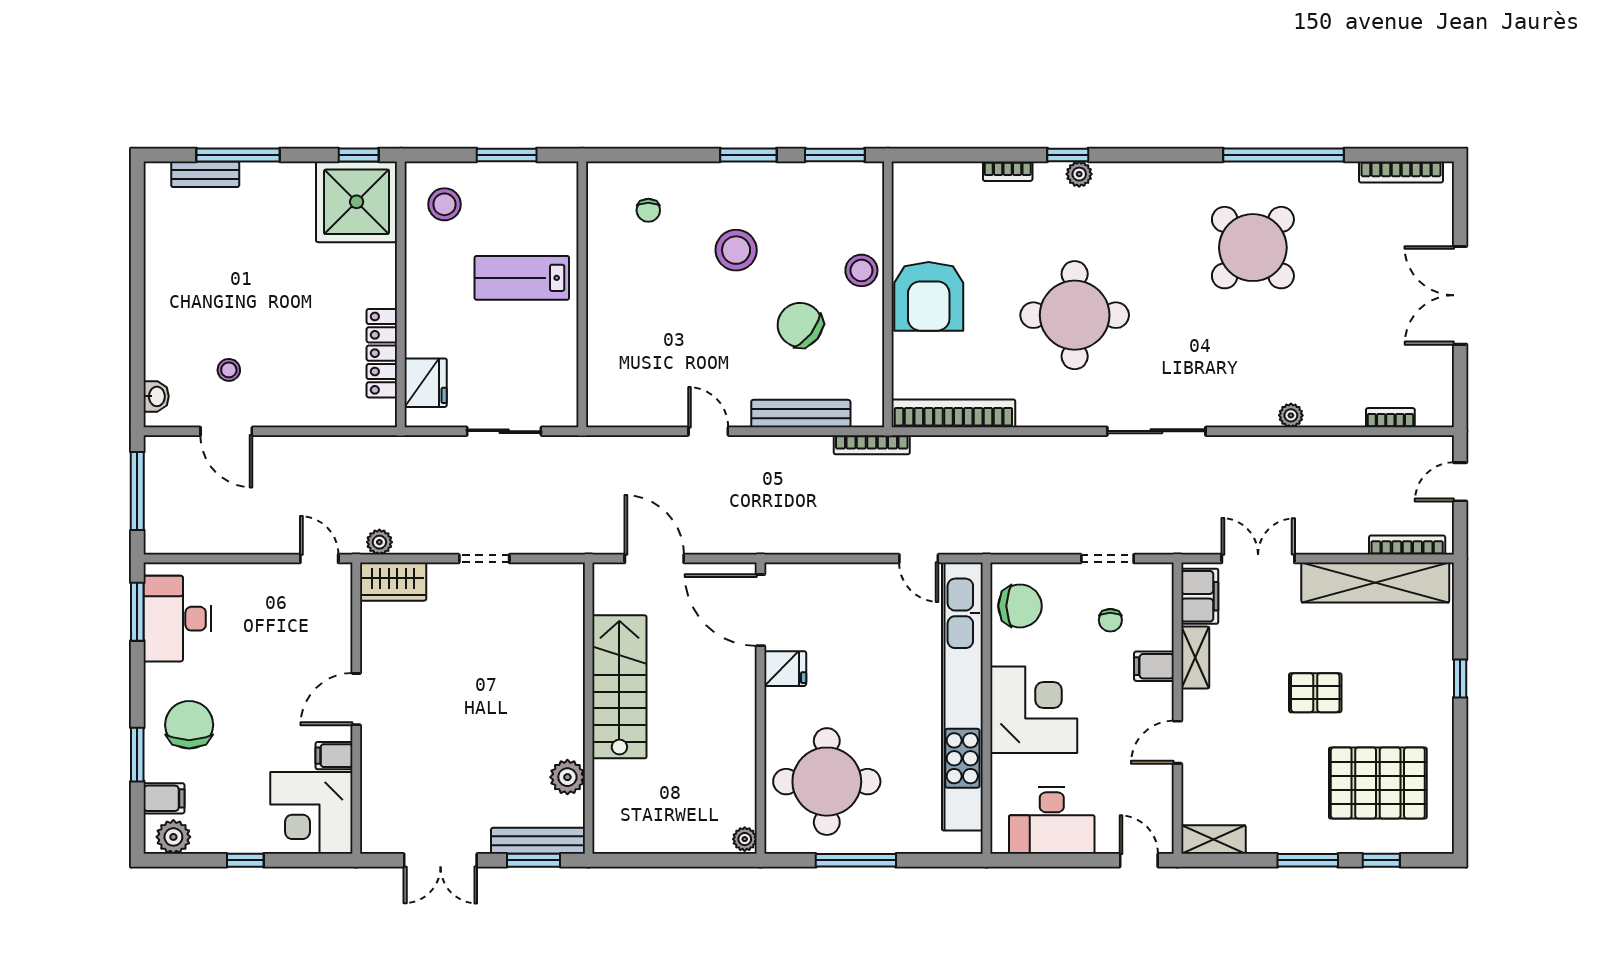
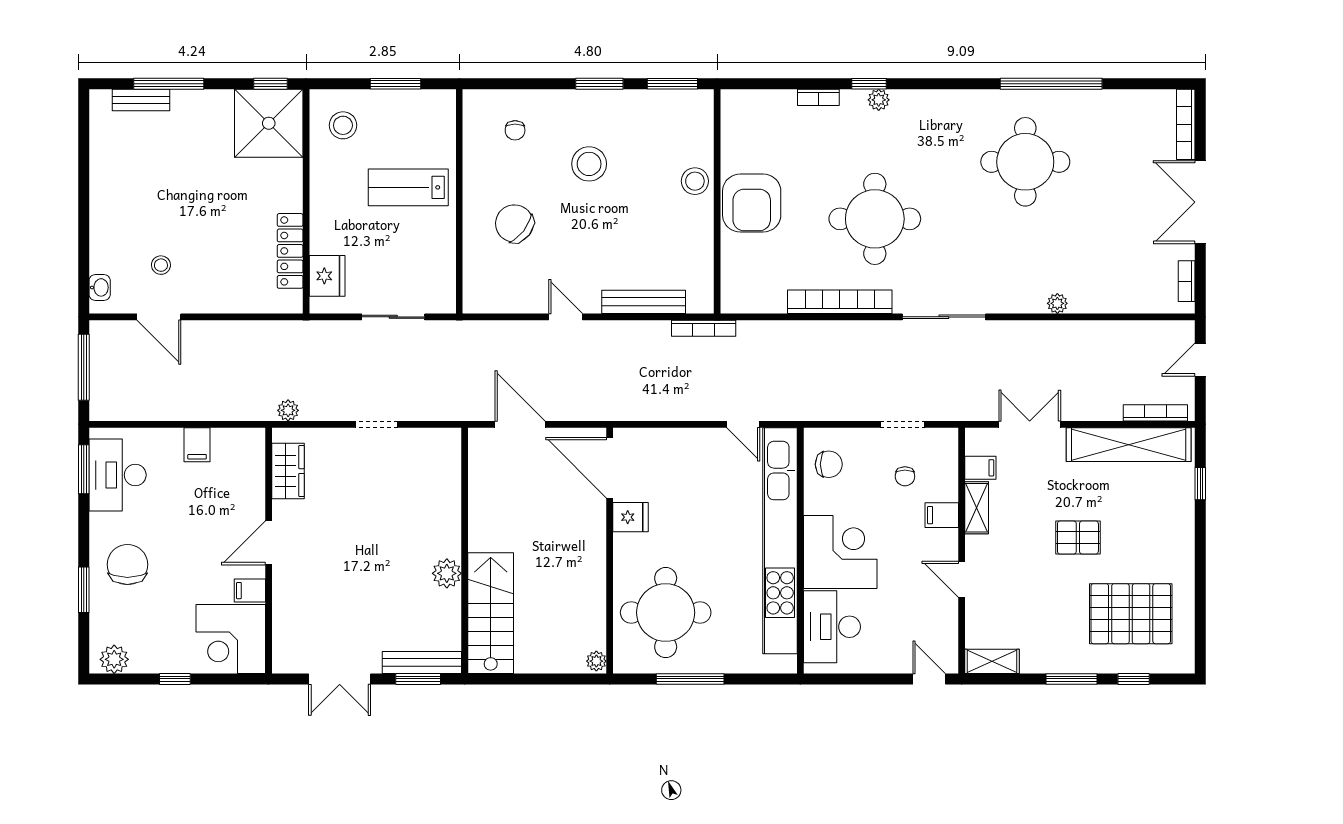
bookcase: (1401, 172) -> (1186, 124), moved, turned 90
round table: (1253, 248) -> (1025, 162), turned 45
chair: (800, 325) -> (514, 223), moved
bookcase: (953, 413) -> (840, 302), moved
bookcase: (1390, 418) -> (1187, 281), moved, turned -90
door: (319, 559) -> (237, 424), removed
wardrobe: (393, 582) -> (288, 471), moved, turned -90
filing cabinet: (1200, 596) -> (980, 468), width x0.50
chair: (1020, 606) -> (829, 464), width x0.73, depth x0.73
window: (1460, 679) -> (1200, 484), moved
stairs: (619, 687) -> (491, 613), moved
door: (1177, 742) -> (962, 579), hinge flipped
plant: (567, 777) -> (447, 573), moved
filing cabinet: (164, 798) -> (197, 445), moved, turned 90
desk: (1052, 820) -> (832, 627), moved, turned 90

